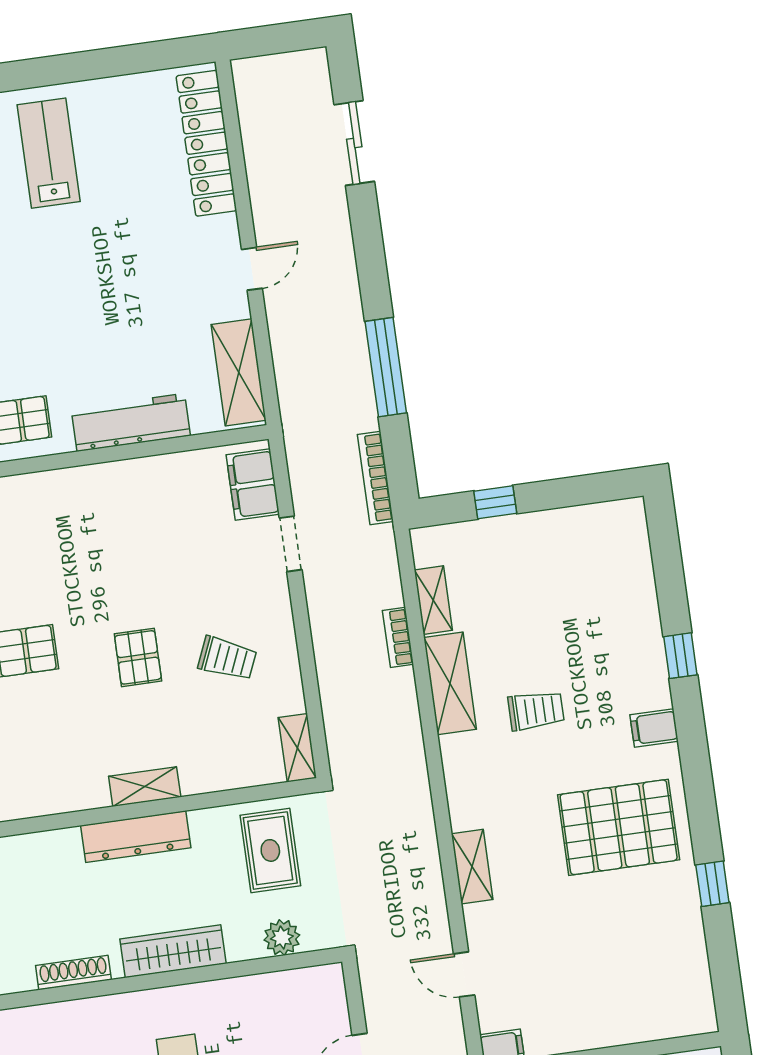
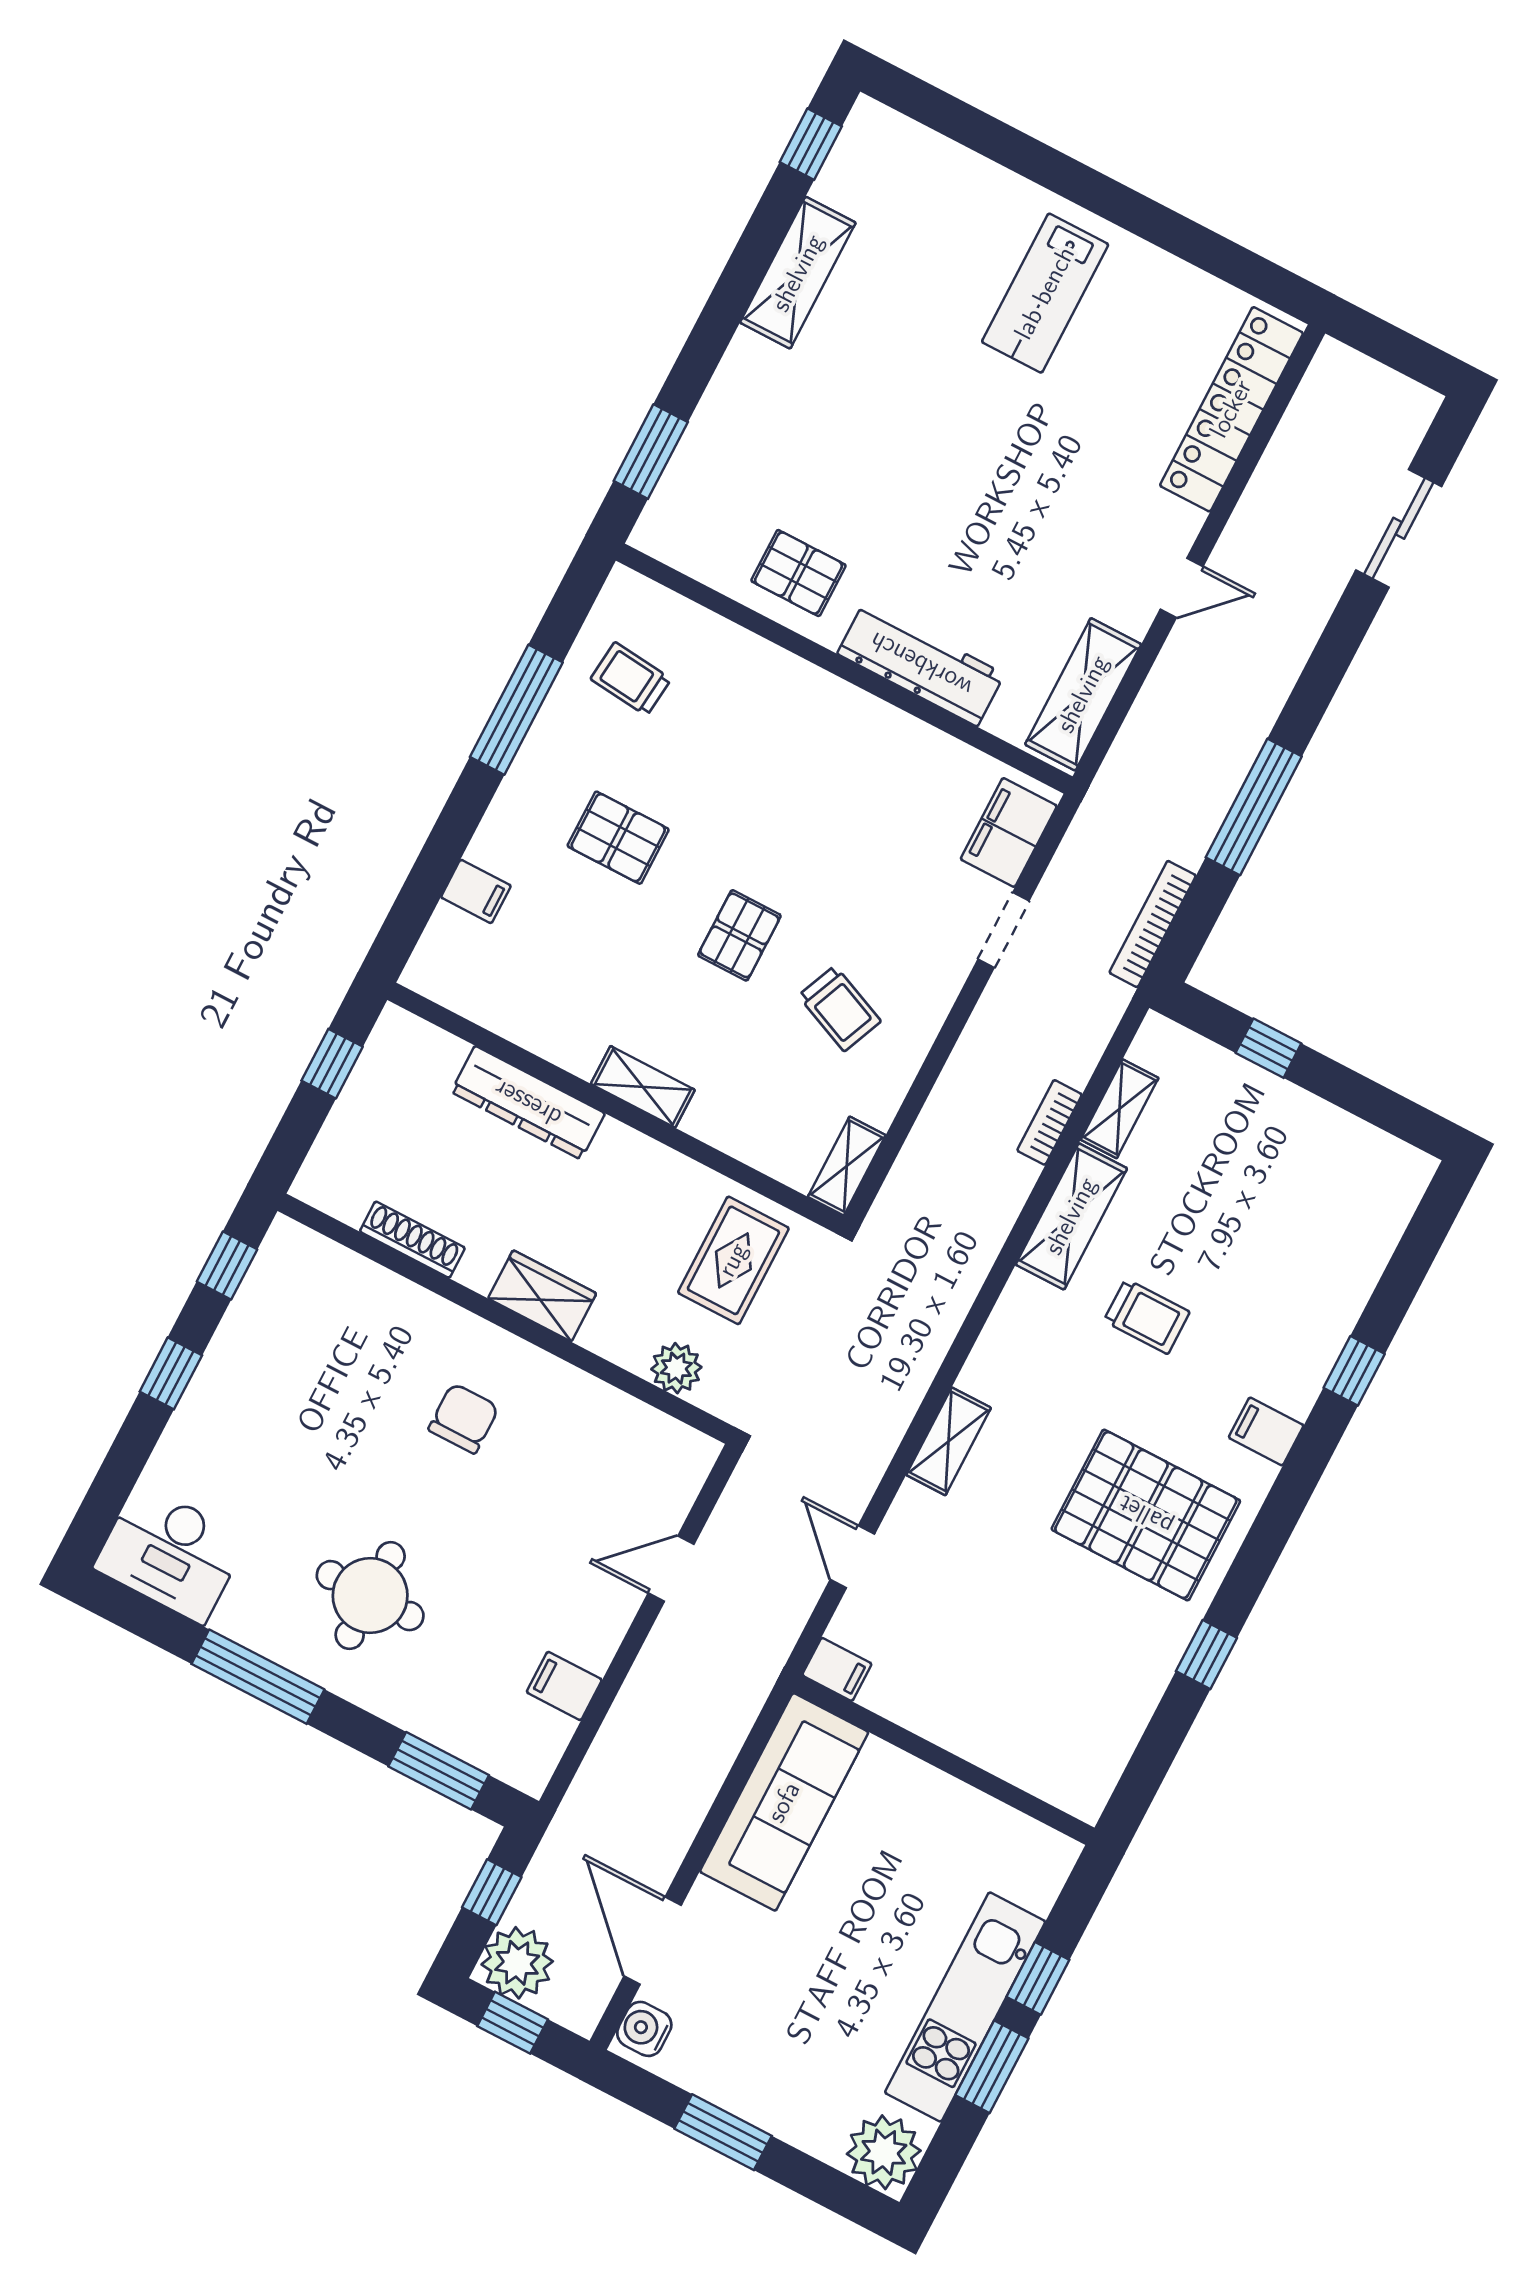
lab bench: (49, 153) -> (1045, 293), turned 180
dresser: (136, 837) -> (528, 1103), moved
wardrobe: (173, 951) -> (542, 1296), width x0.67

